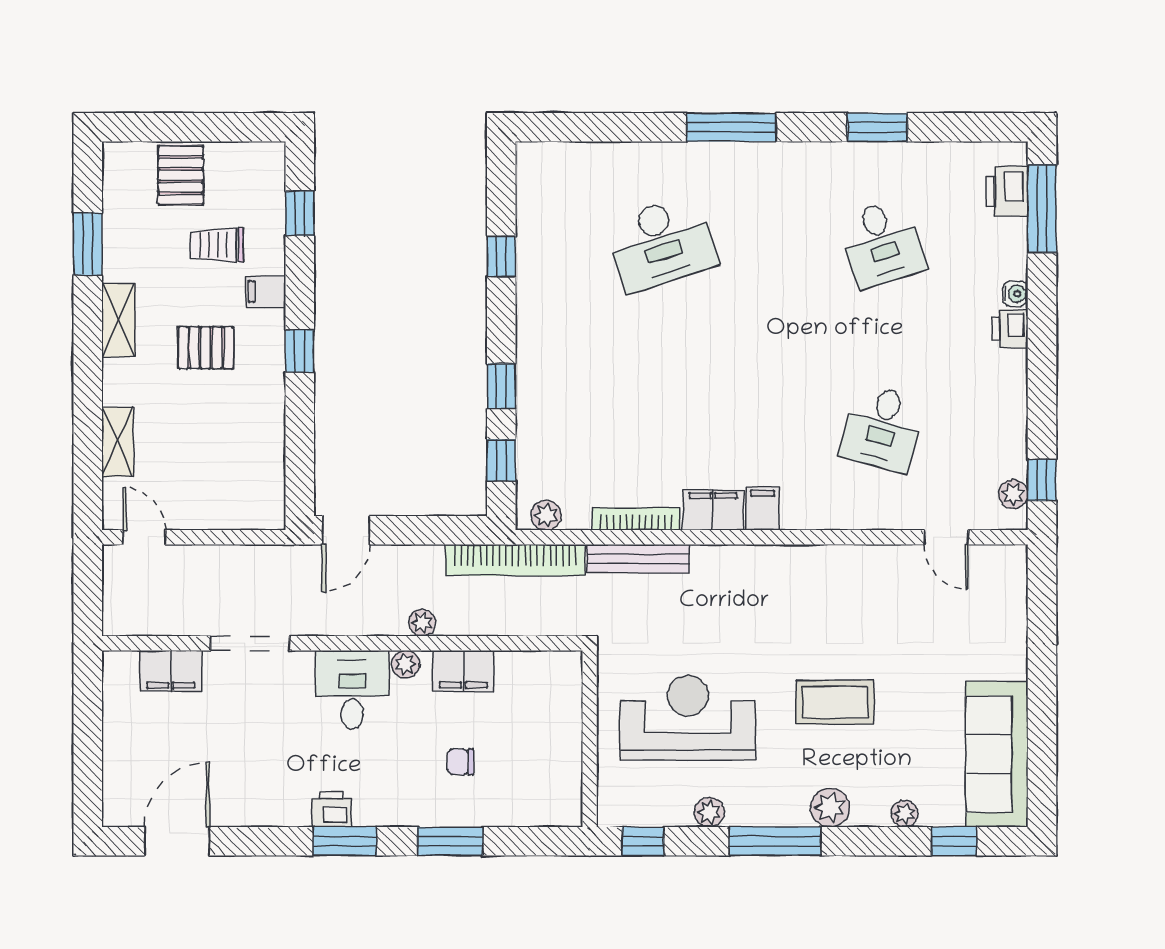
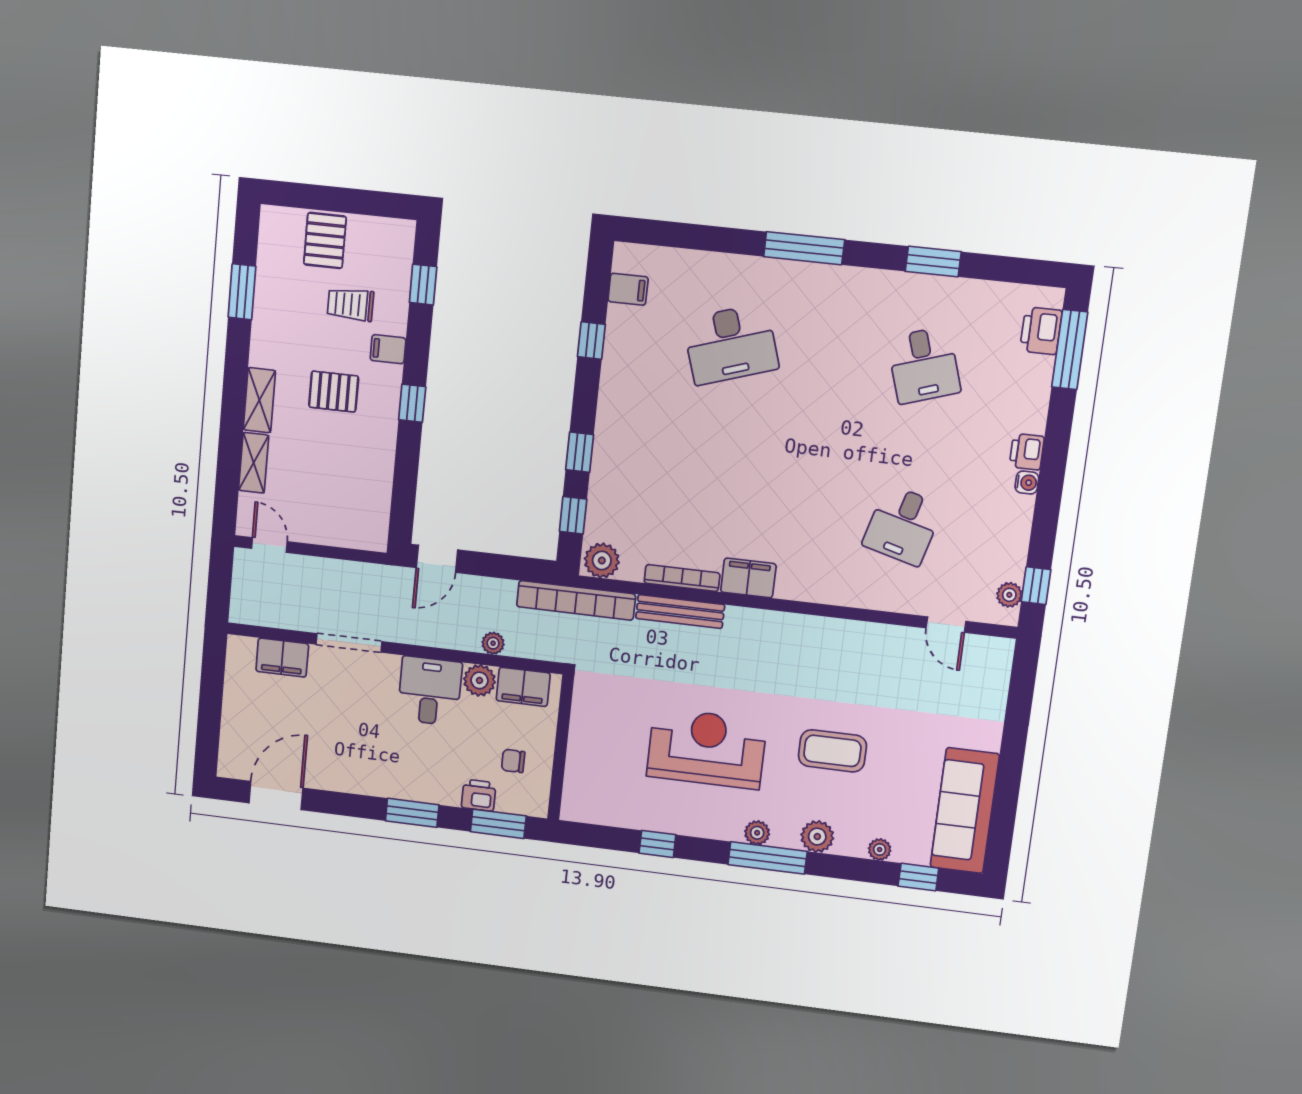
water cooler: (1015, 294) -> (1027, 482), moved
shelving: (118, 320) -> (259, 400), moved
filing cabinet: (762, 508) -> (628, 289), moved, turned 90
plant: (546, 515) -> (602, 561), width x1.38, depth x1.38
plant: (405, 664) -> (480, 680), width x1.38, depth x1.38
wall: (590, 739) -> (561, 748), moved
printer: (332, 809) -> (479, 795), moved
plant: (709, 812) -> (757, 833), moved

